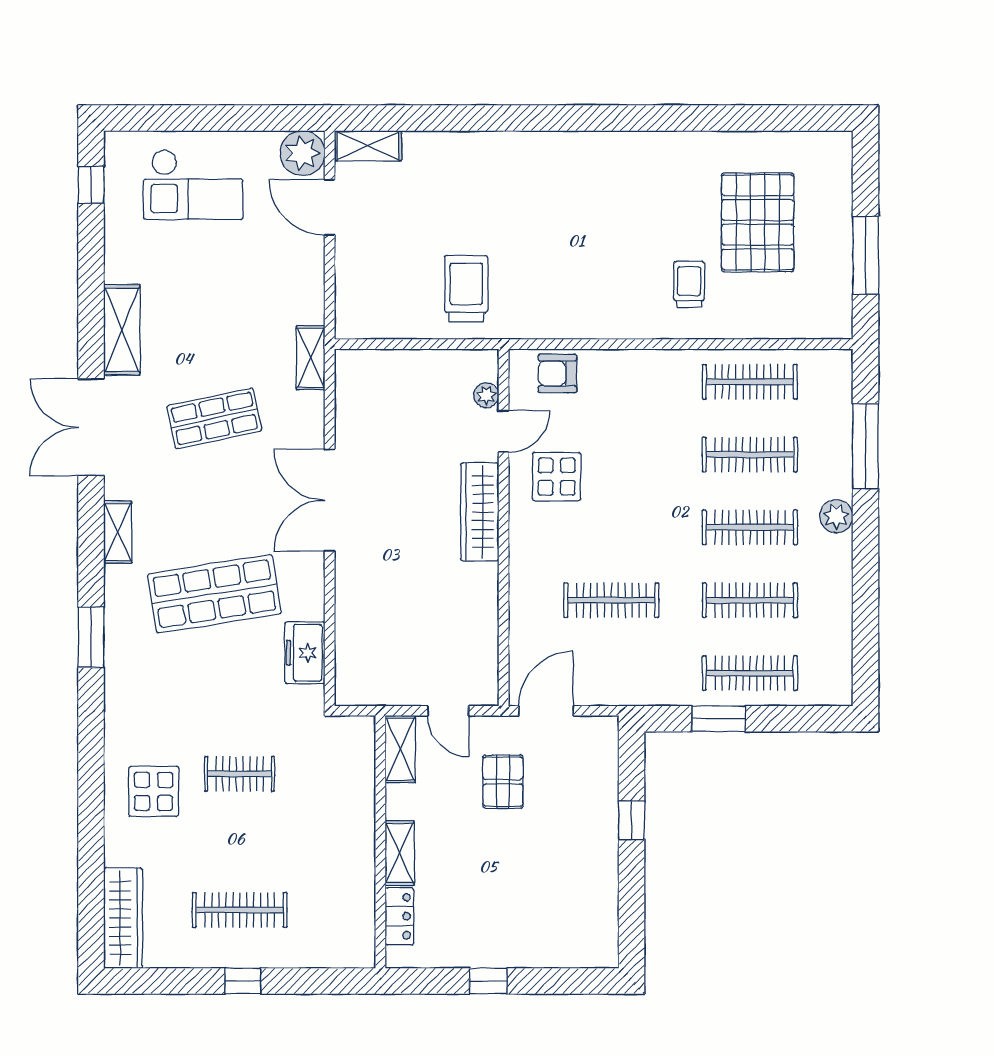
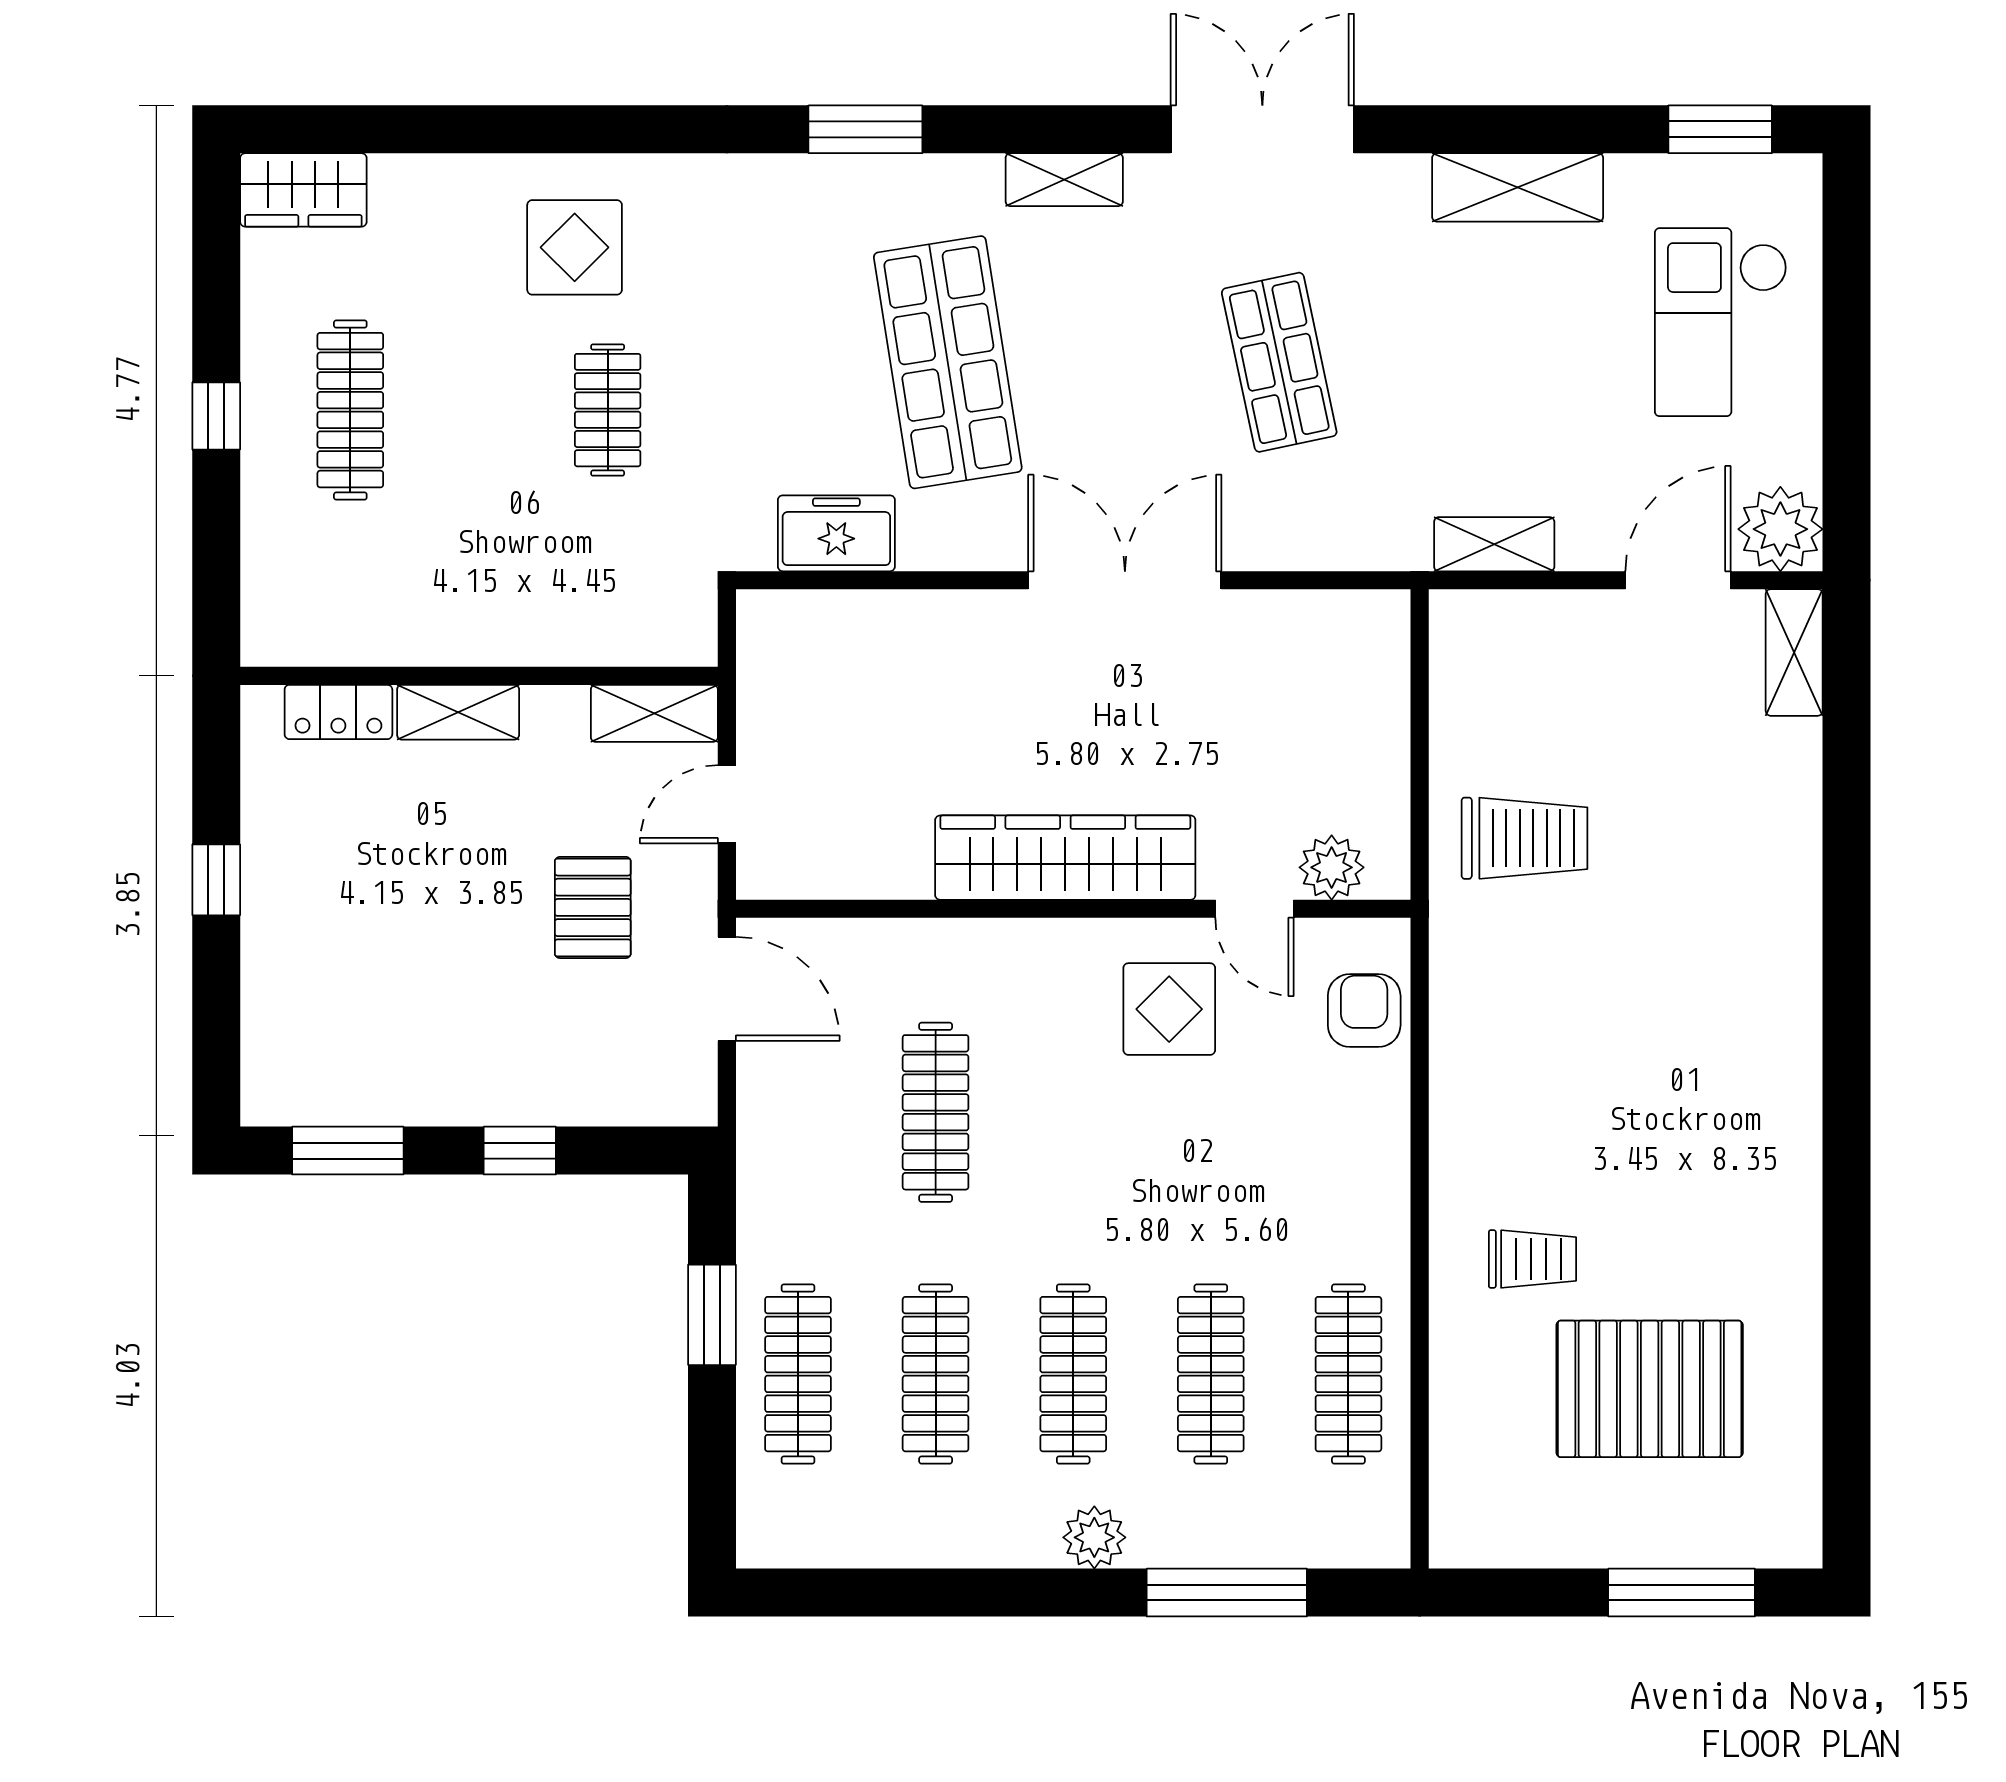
window: (91, 185) -> (1720, 129), width x1.50
window: (865, 256) -> (1682, 1593), moved
shelving: (122, 330) -> (1518, 187), moved
shelving: (311, 358) -> (1494, 544), moved
plant: (486, 395) -> (1332, 867), width x1.38, depth x1.38
wardrobe: (480, 512) -> (1065, 858), width x1.40, depth x1.17
pallet: (503, 782) -> (593, 907), turned 90
window: (632, 911) -> (348, 1151), added
wardrobe: (123, 918) -> (303, 190), width x0.67

